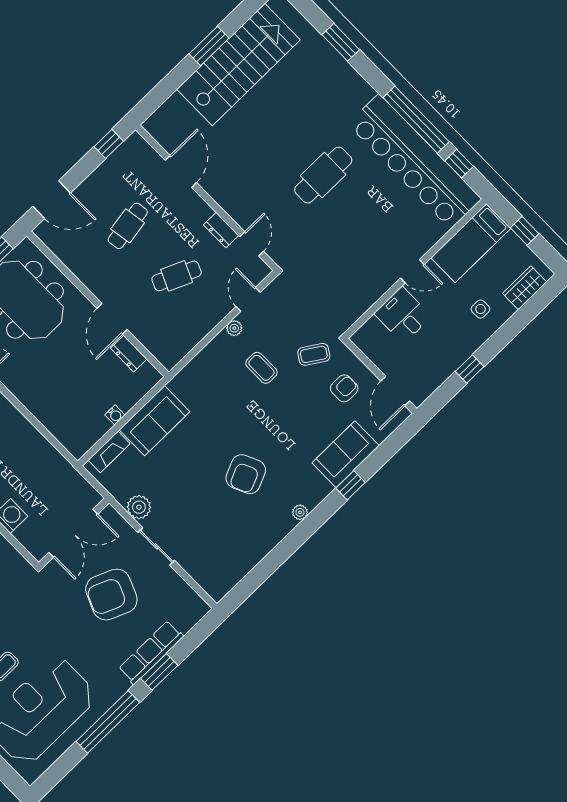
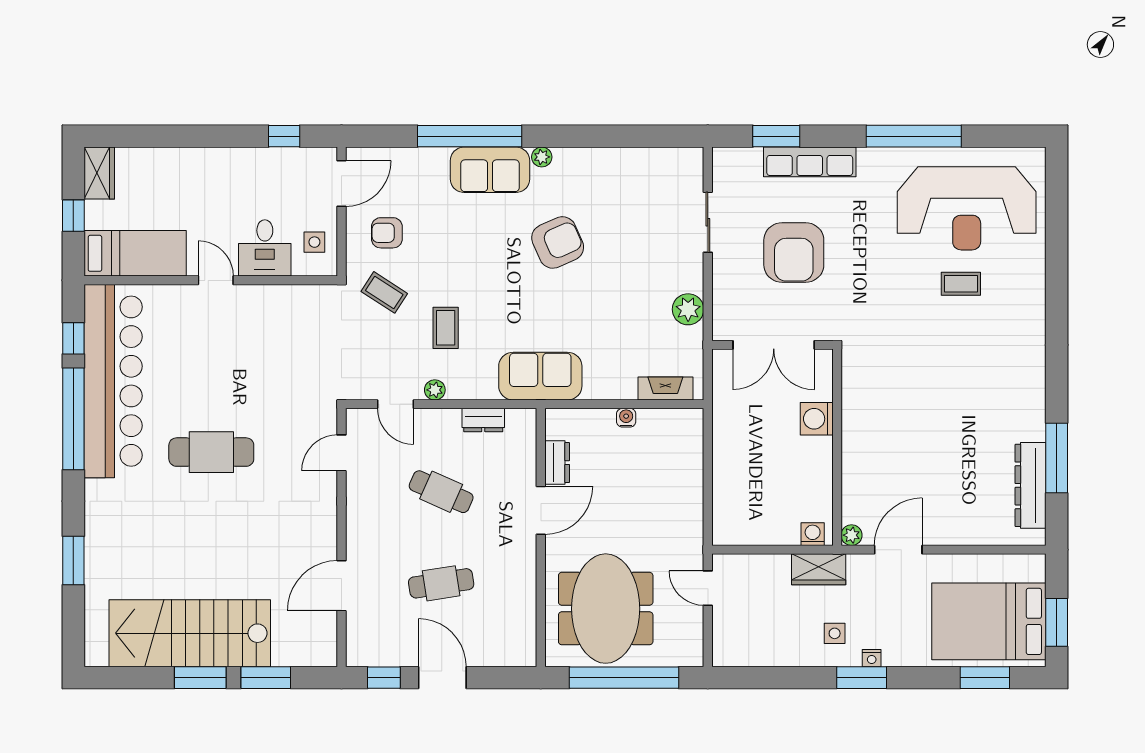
window: (173, 81) -> (266, 678), added
door: (52, 200) -> (442, 678), moved
dresser: (221, 230) -> (483, 420), moved, turned 90
wardrobe: (525, 288) -> (99, 173), moved, turned -90
door: (248, 299) -> (395, 404), hinge flipped
side table: (481, 309) -> (314, 242), moved
window: (470, 369) -> (284, 136), moved
sofa: (154, 421) -> (540, 376), moved
sofa: (346, 454) -> (490, 170), moved
window: (351, 485) -> (470, 136), width x3.17
double door: (73, 533) -> (774, 345), swing flipped
sliding door: (156, 546) -> (708, 222), moved
armchair: (111, 595) -> (794, 253), turned 67
window: (159, 672) -> (776, 136), moved

